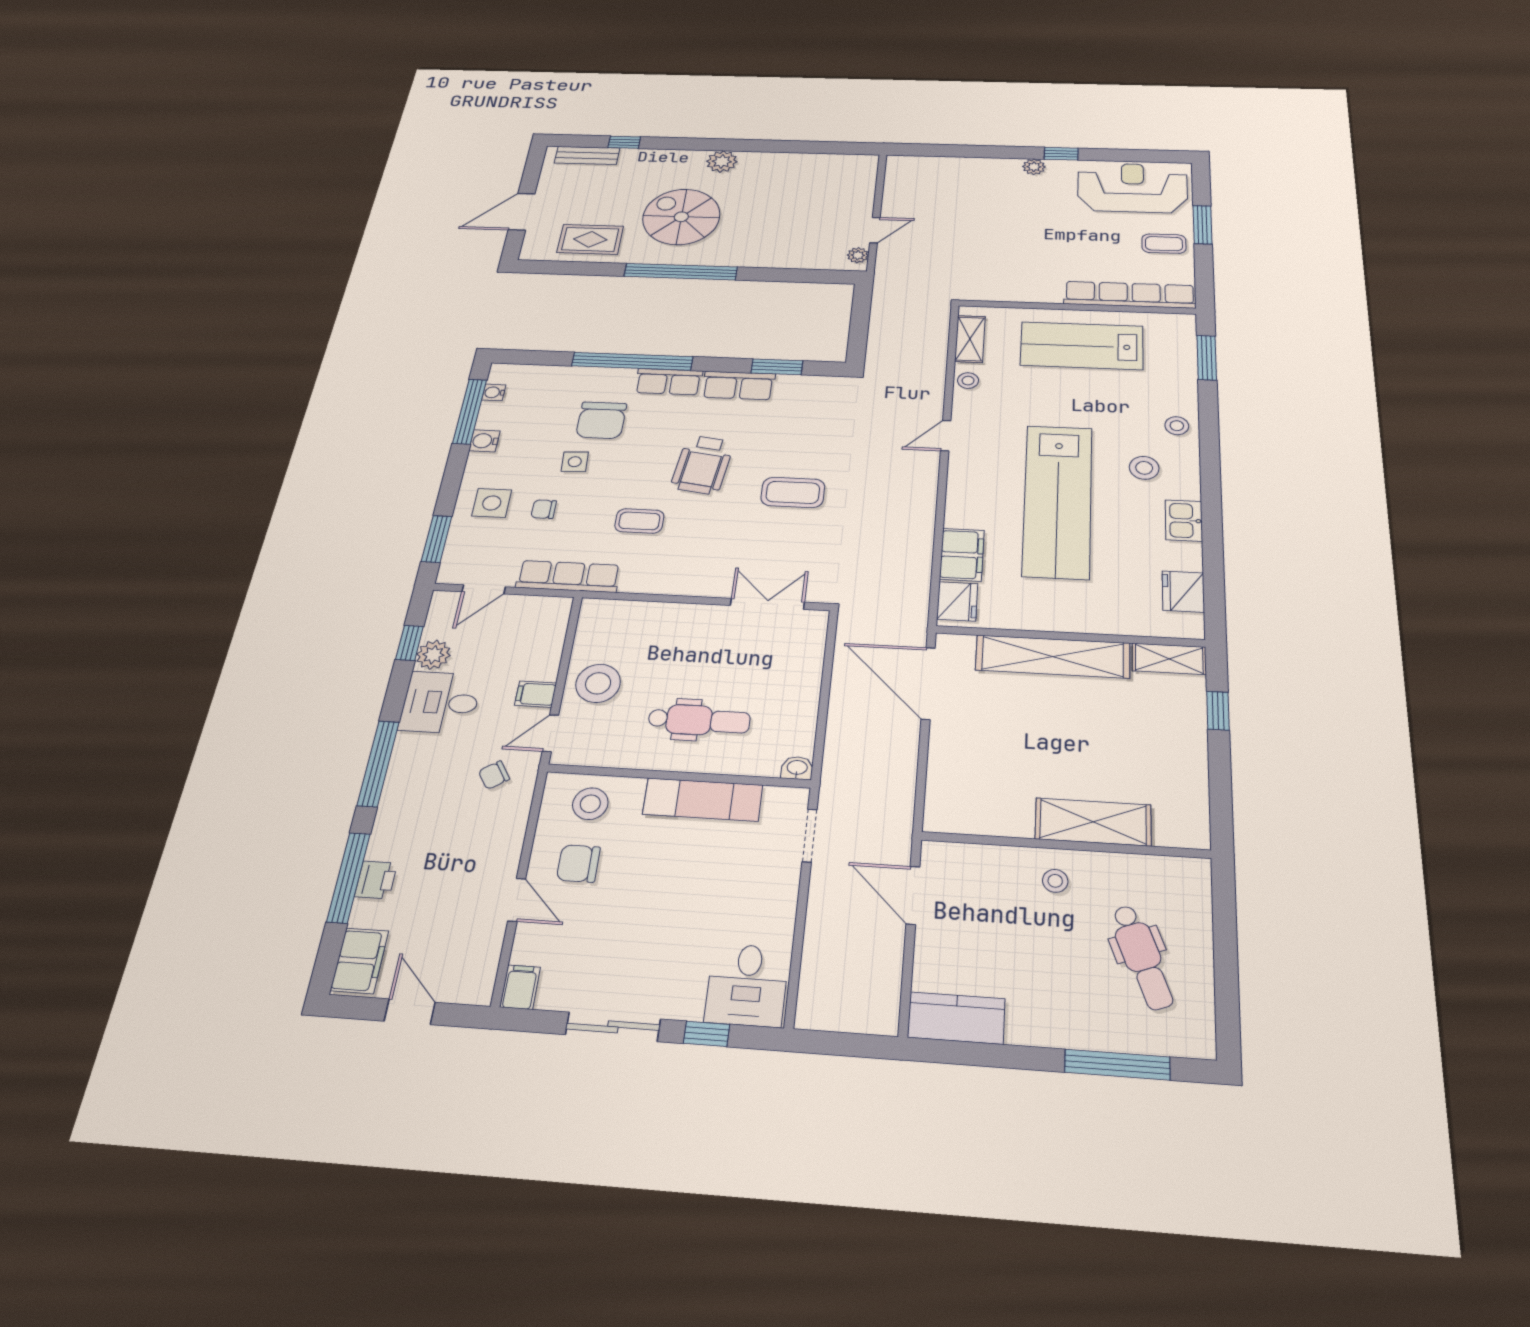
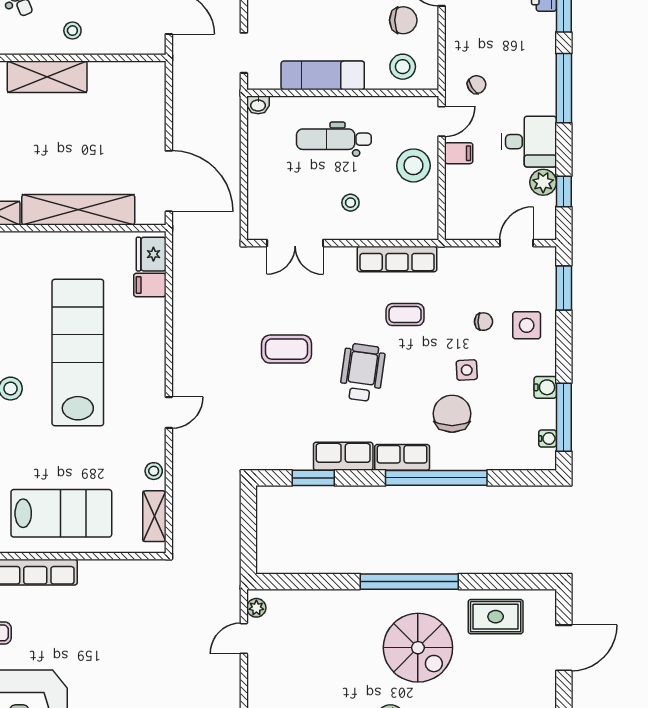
filing cabinet: (962, 555) -> (150, 285), width x0.50
row of seats: (568, 576) -> (397, 259), moved
stool: (688, 645) -> (350, 203), added

